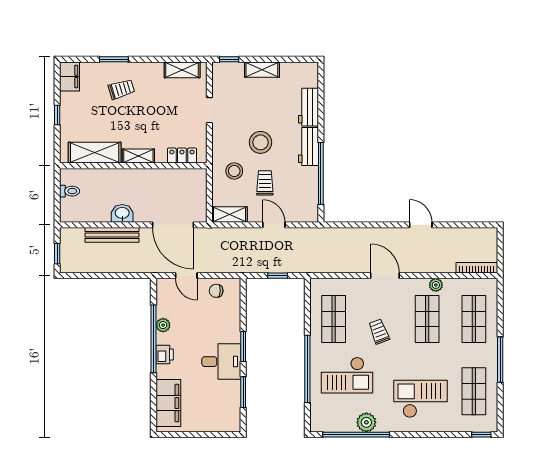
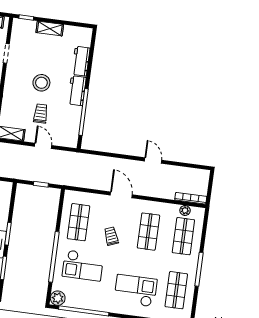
stool: (234, 171) -> (19, 102), removed
plant: (436, 285) -> (185, 210), moved
plant: (366, 422) -> (58, 298), moved

